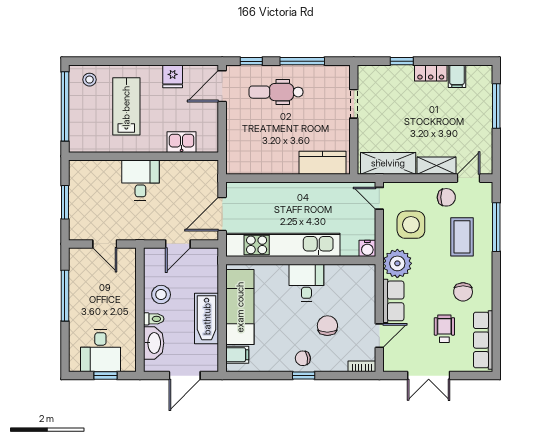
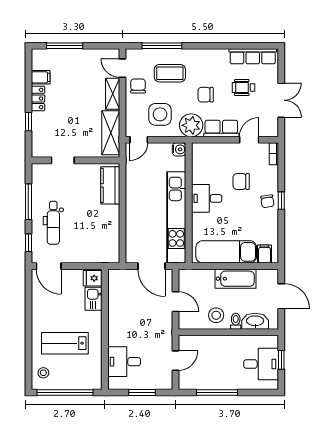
fridge: (173, 76) -> (93, 278), moved, turned 180
desk: (140, 180) -> (124, 362), moved
chair: (463, 292) -> (206, 95), moved, turned 180
door: (379, 336) -> (249, 140), hinge flipped

